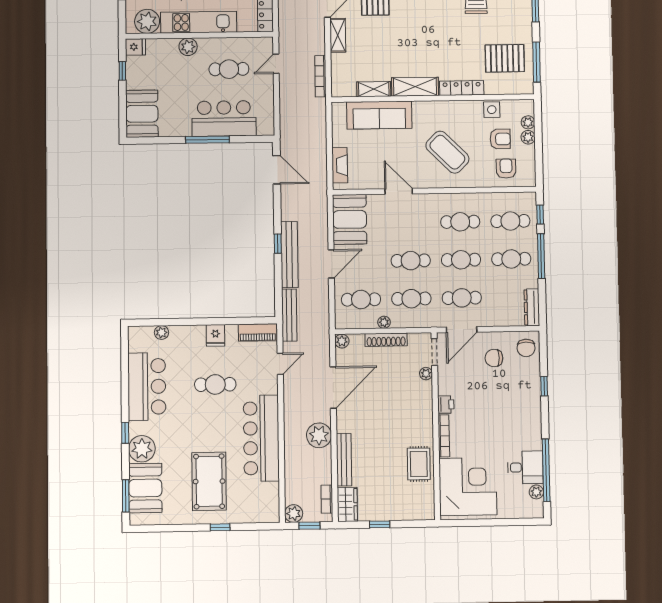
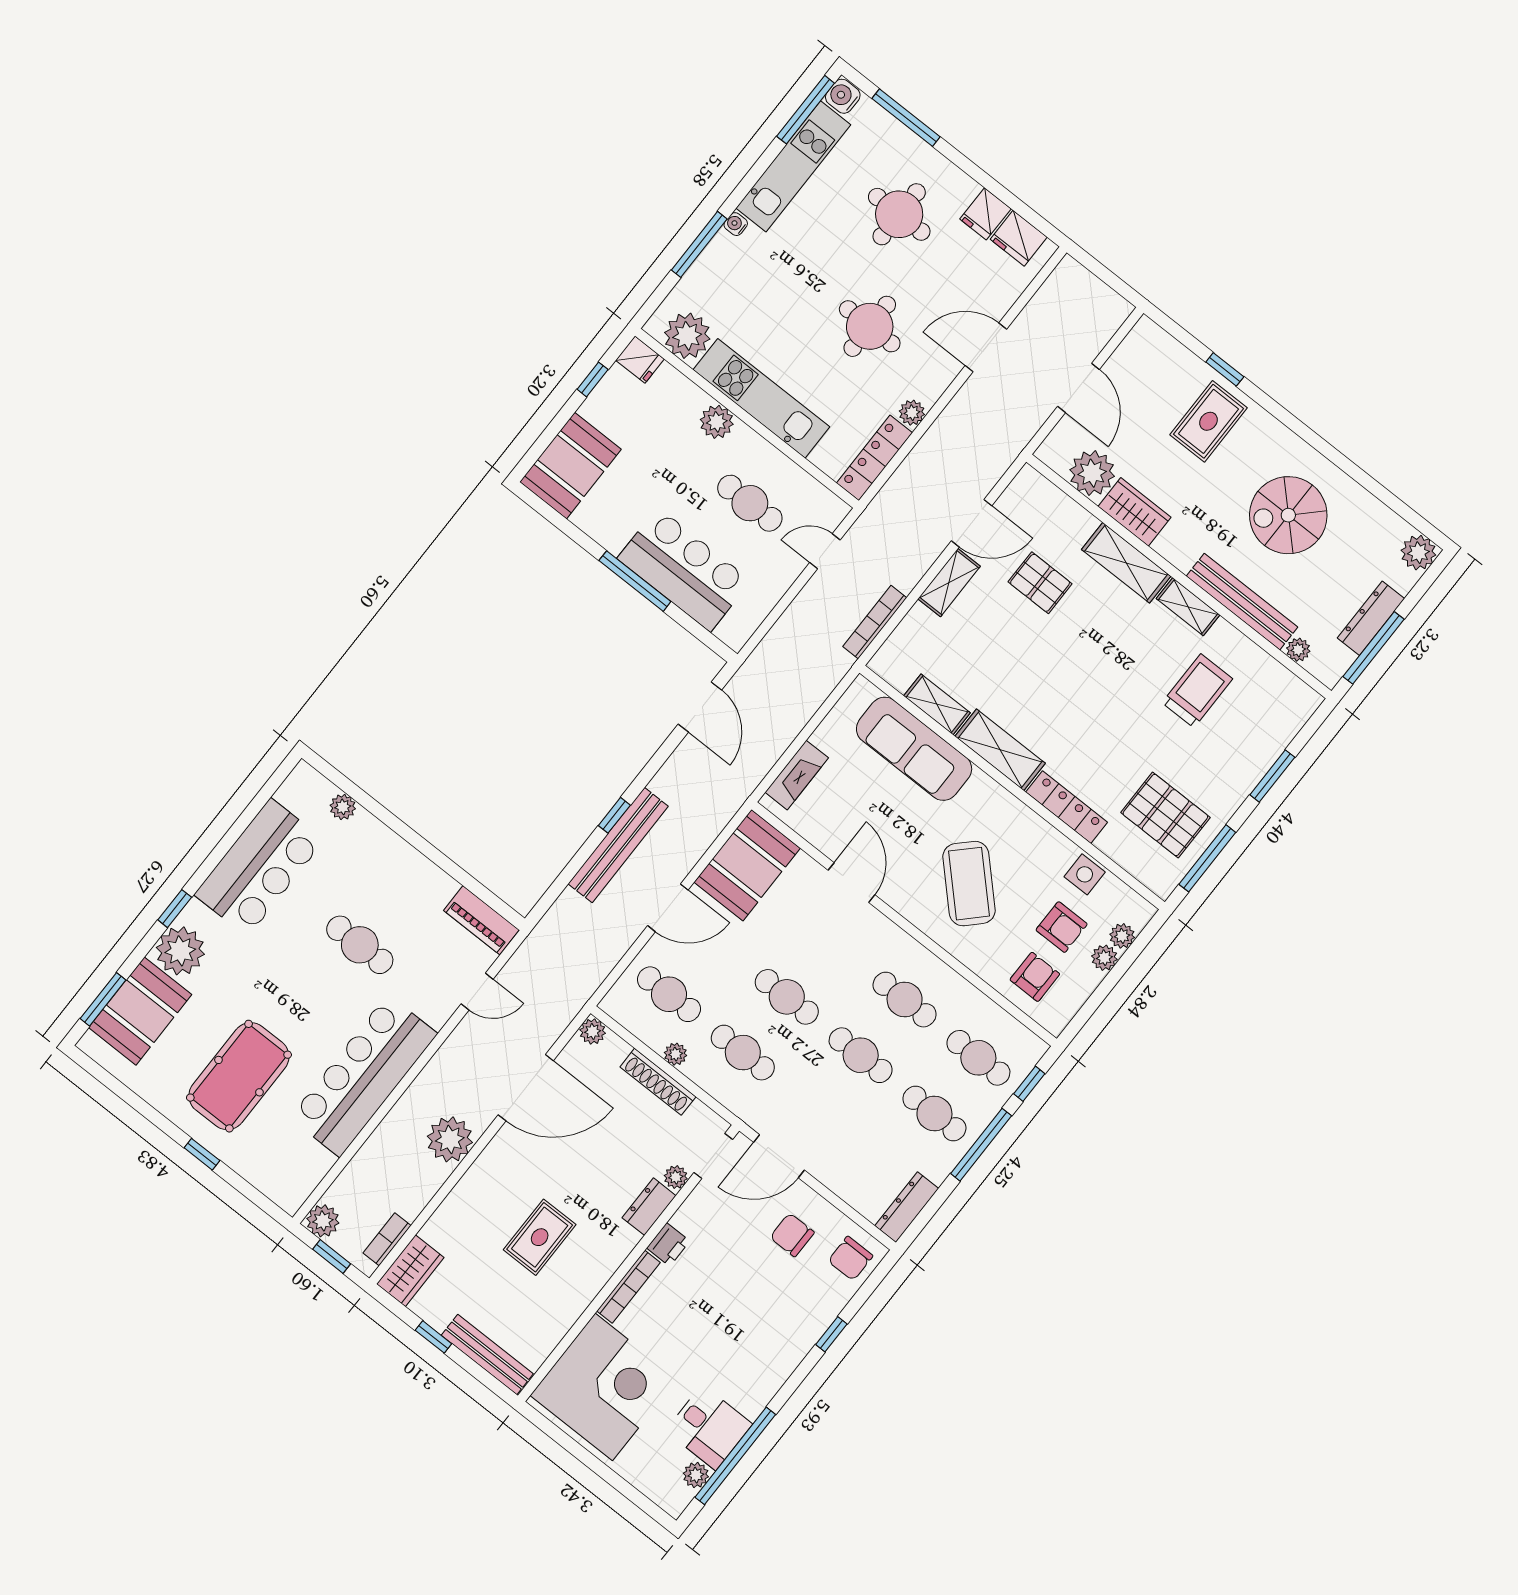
cafe table: (462, 298) -> (817, 1111), removed
bench: (289, 315) -> (547, 932), removed
fridge: (215, 335) -> (417, 875), removed
dresser: (425, 395) -> (649, 1207), added
bench: (344, 460) -> (487, 1355), moved, turned 90
rug: (419, 464) -> (540, 1237), moved

